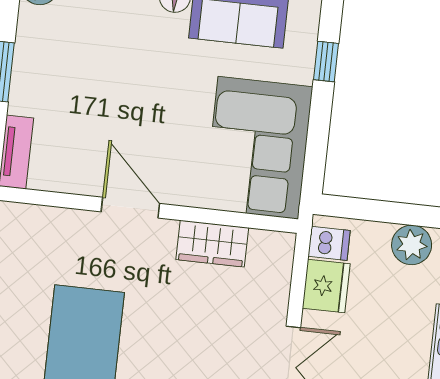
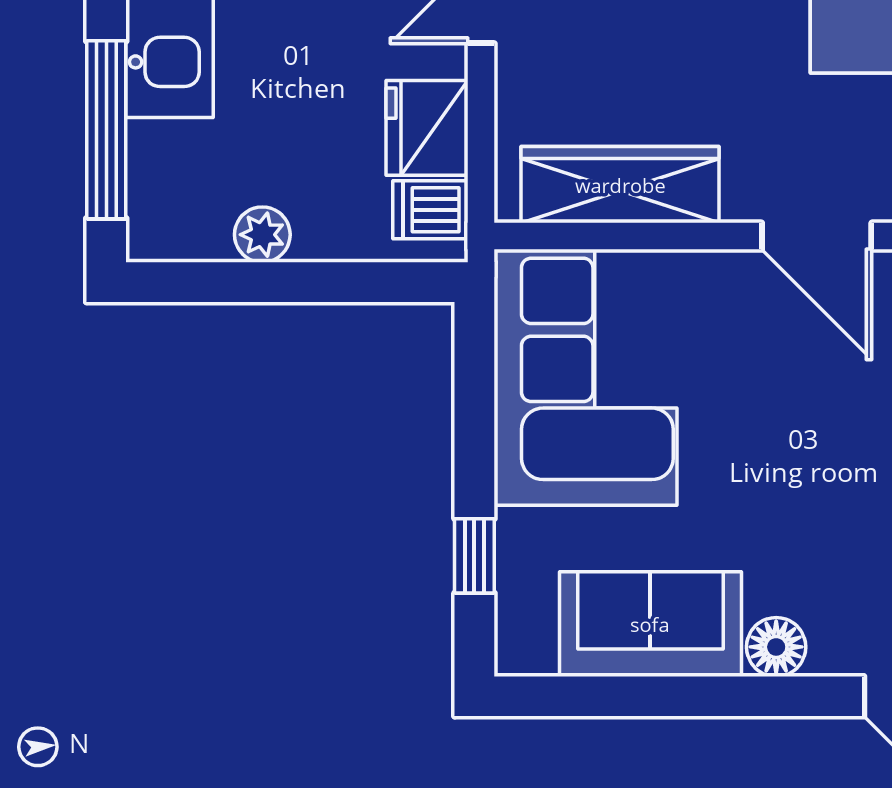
wardrobe: (212, 244) -> (620, 185), width x1.50
plant: (412, 245) -> (262, 235), width x0.73, depth x0.73

